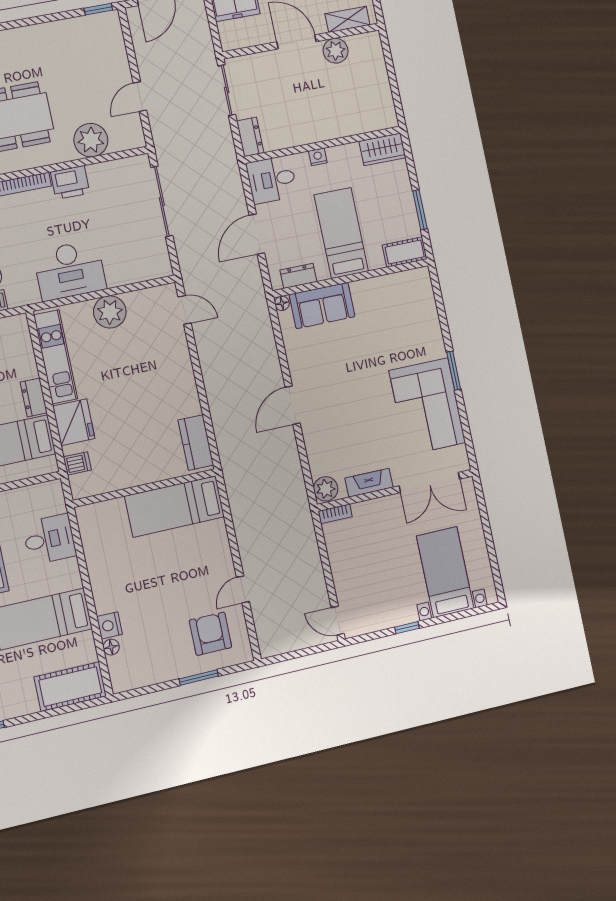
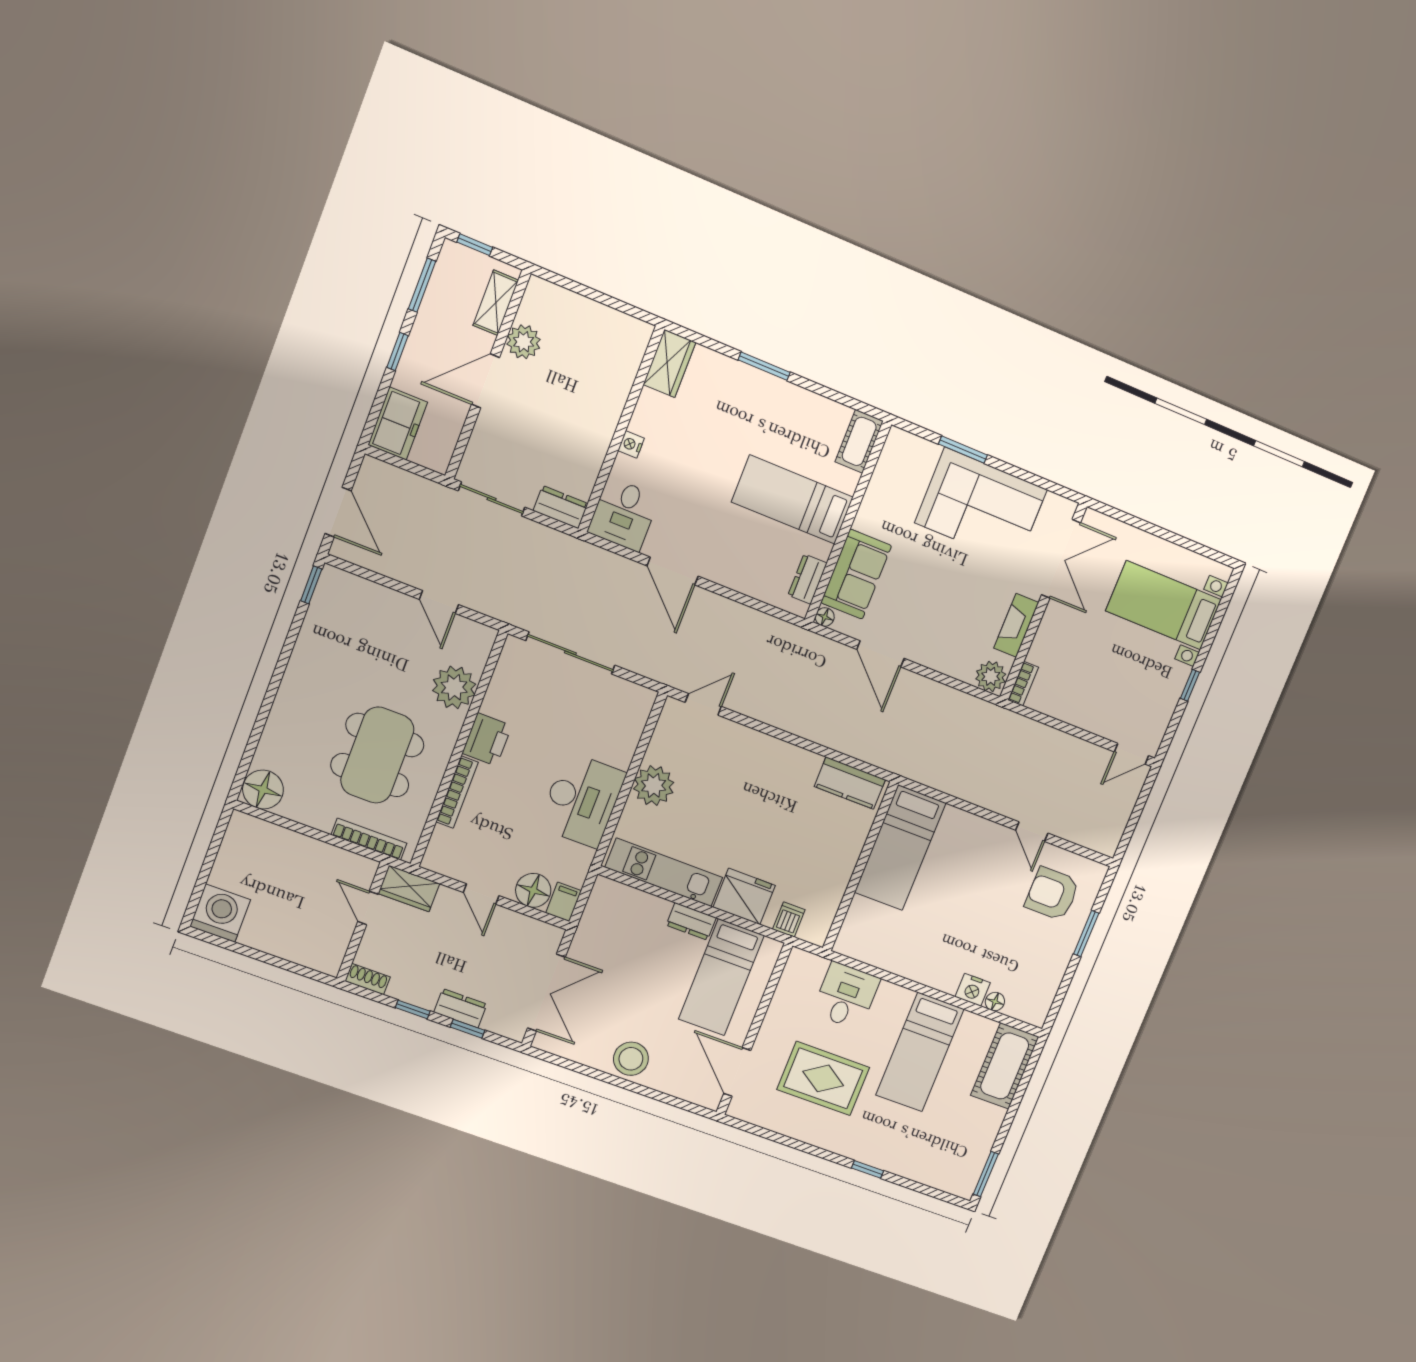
bed: (341, 233) -> (792, 500), moved
cot: (405, 252) -> (859, 441), moved
dresser: (298, 276) -> (807, 579), moved
wall: (351, 278) -> (848, 522), moved
floor lamp: (282, 303) -> (825, 617), moved
sofa: (322, 306) -> (856, 574), moved

